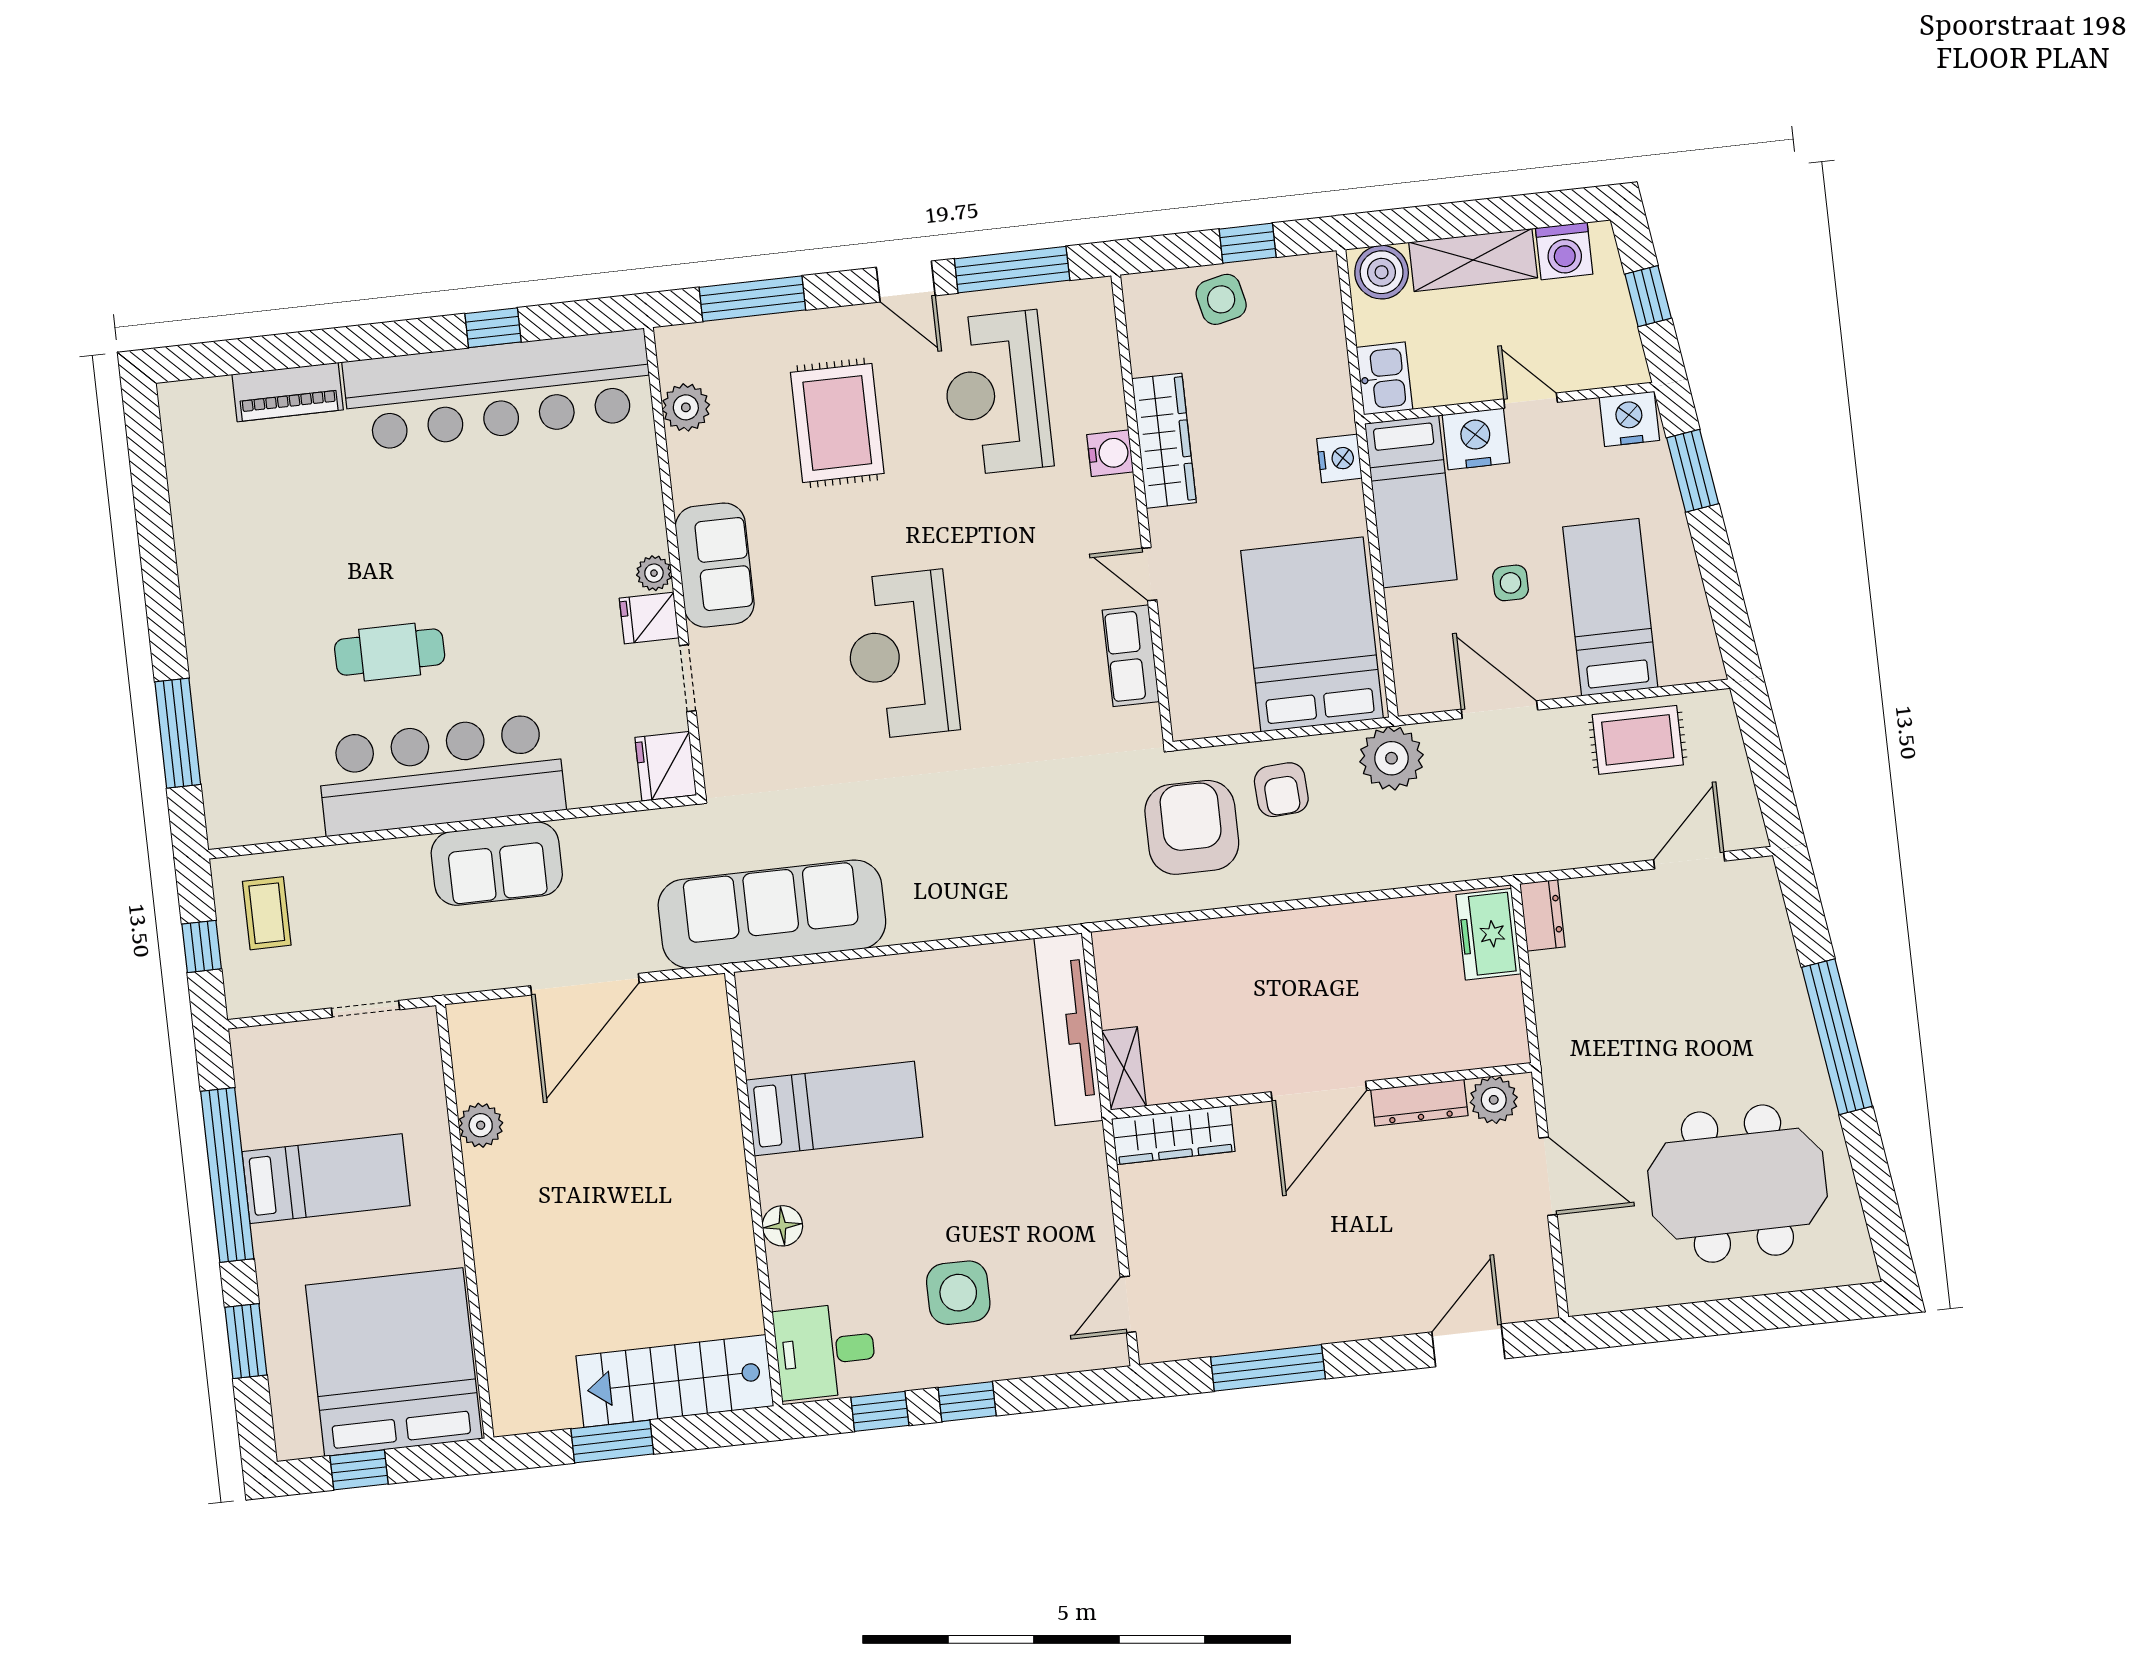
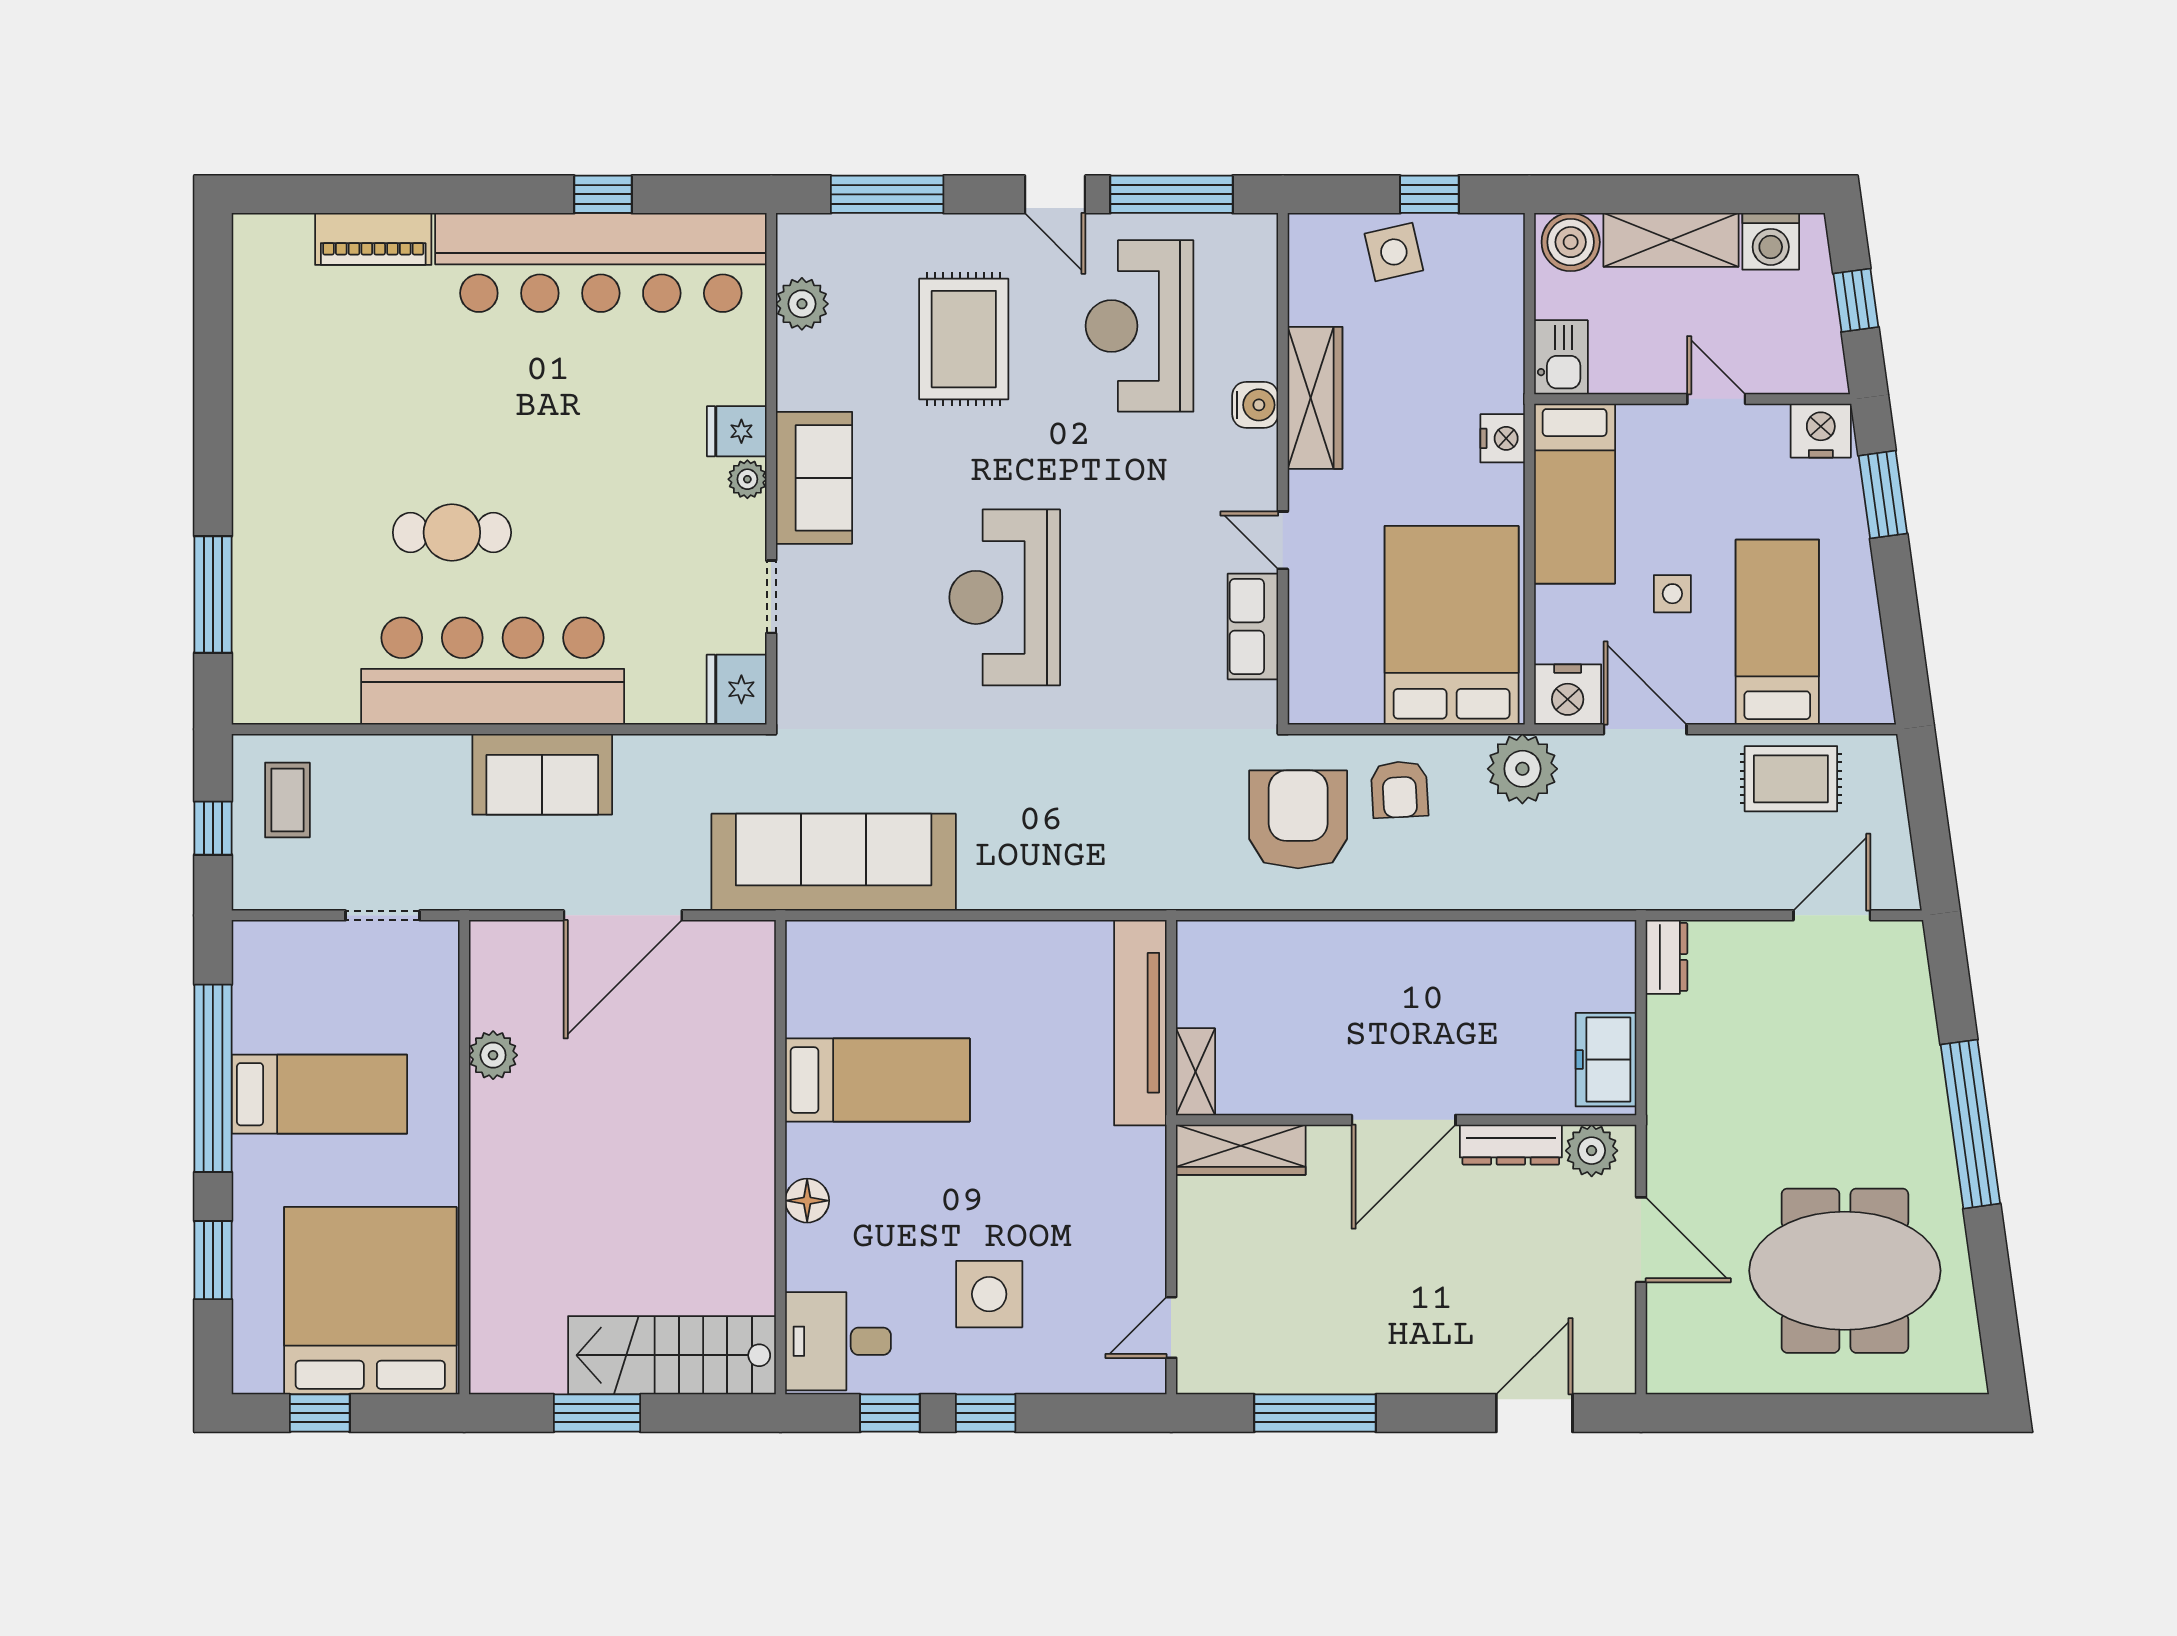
nightstand: (1476, 439) -> (1568, 694), moved, turned 180
fridge: (649, 618) -> (737, 431), moved
freezer: (1488, 934) -> (1606, 1060), moved

